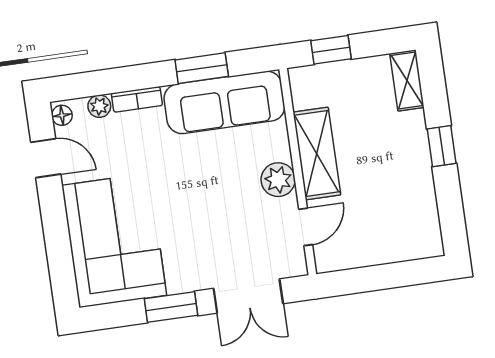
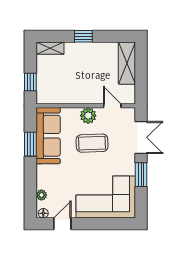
bookcase: (137, 99) -> (41, 177), removed
shelving: (317, 154) -> (127, 63), moved, turned 90
coffee table: (222, 196) -> (92, 143), added

